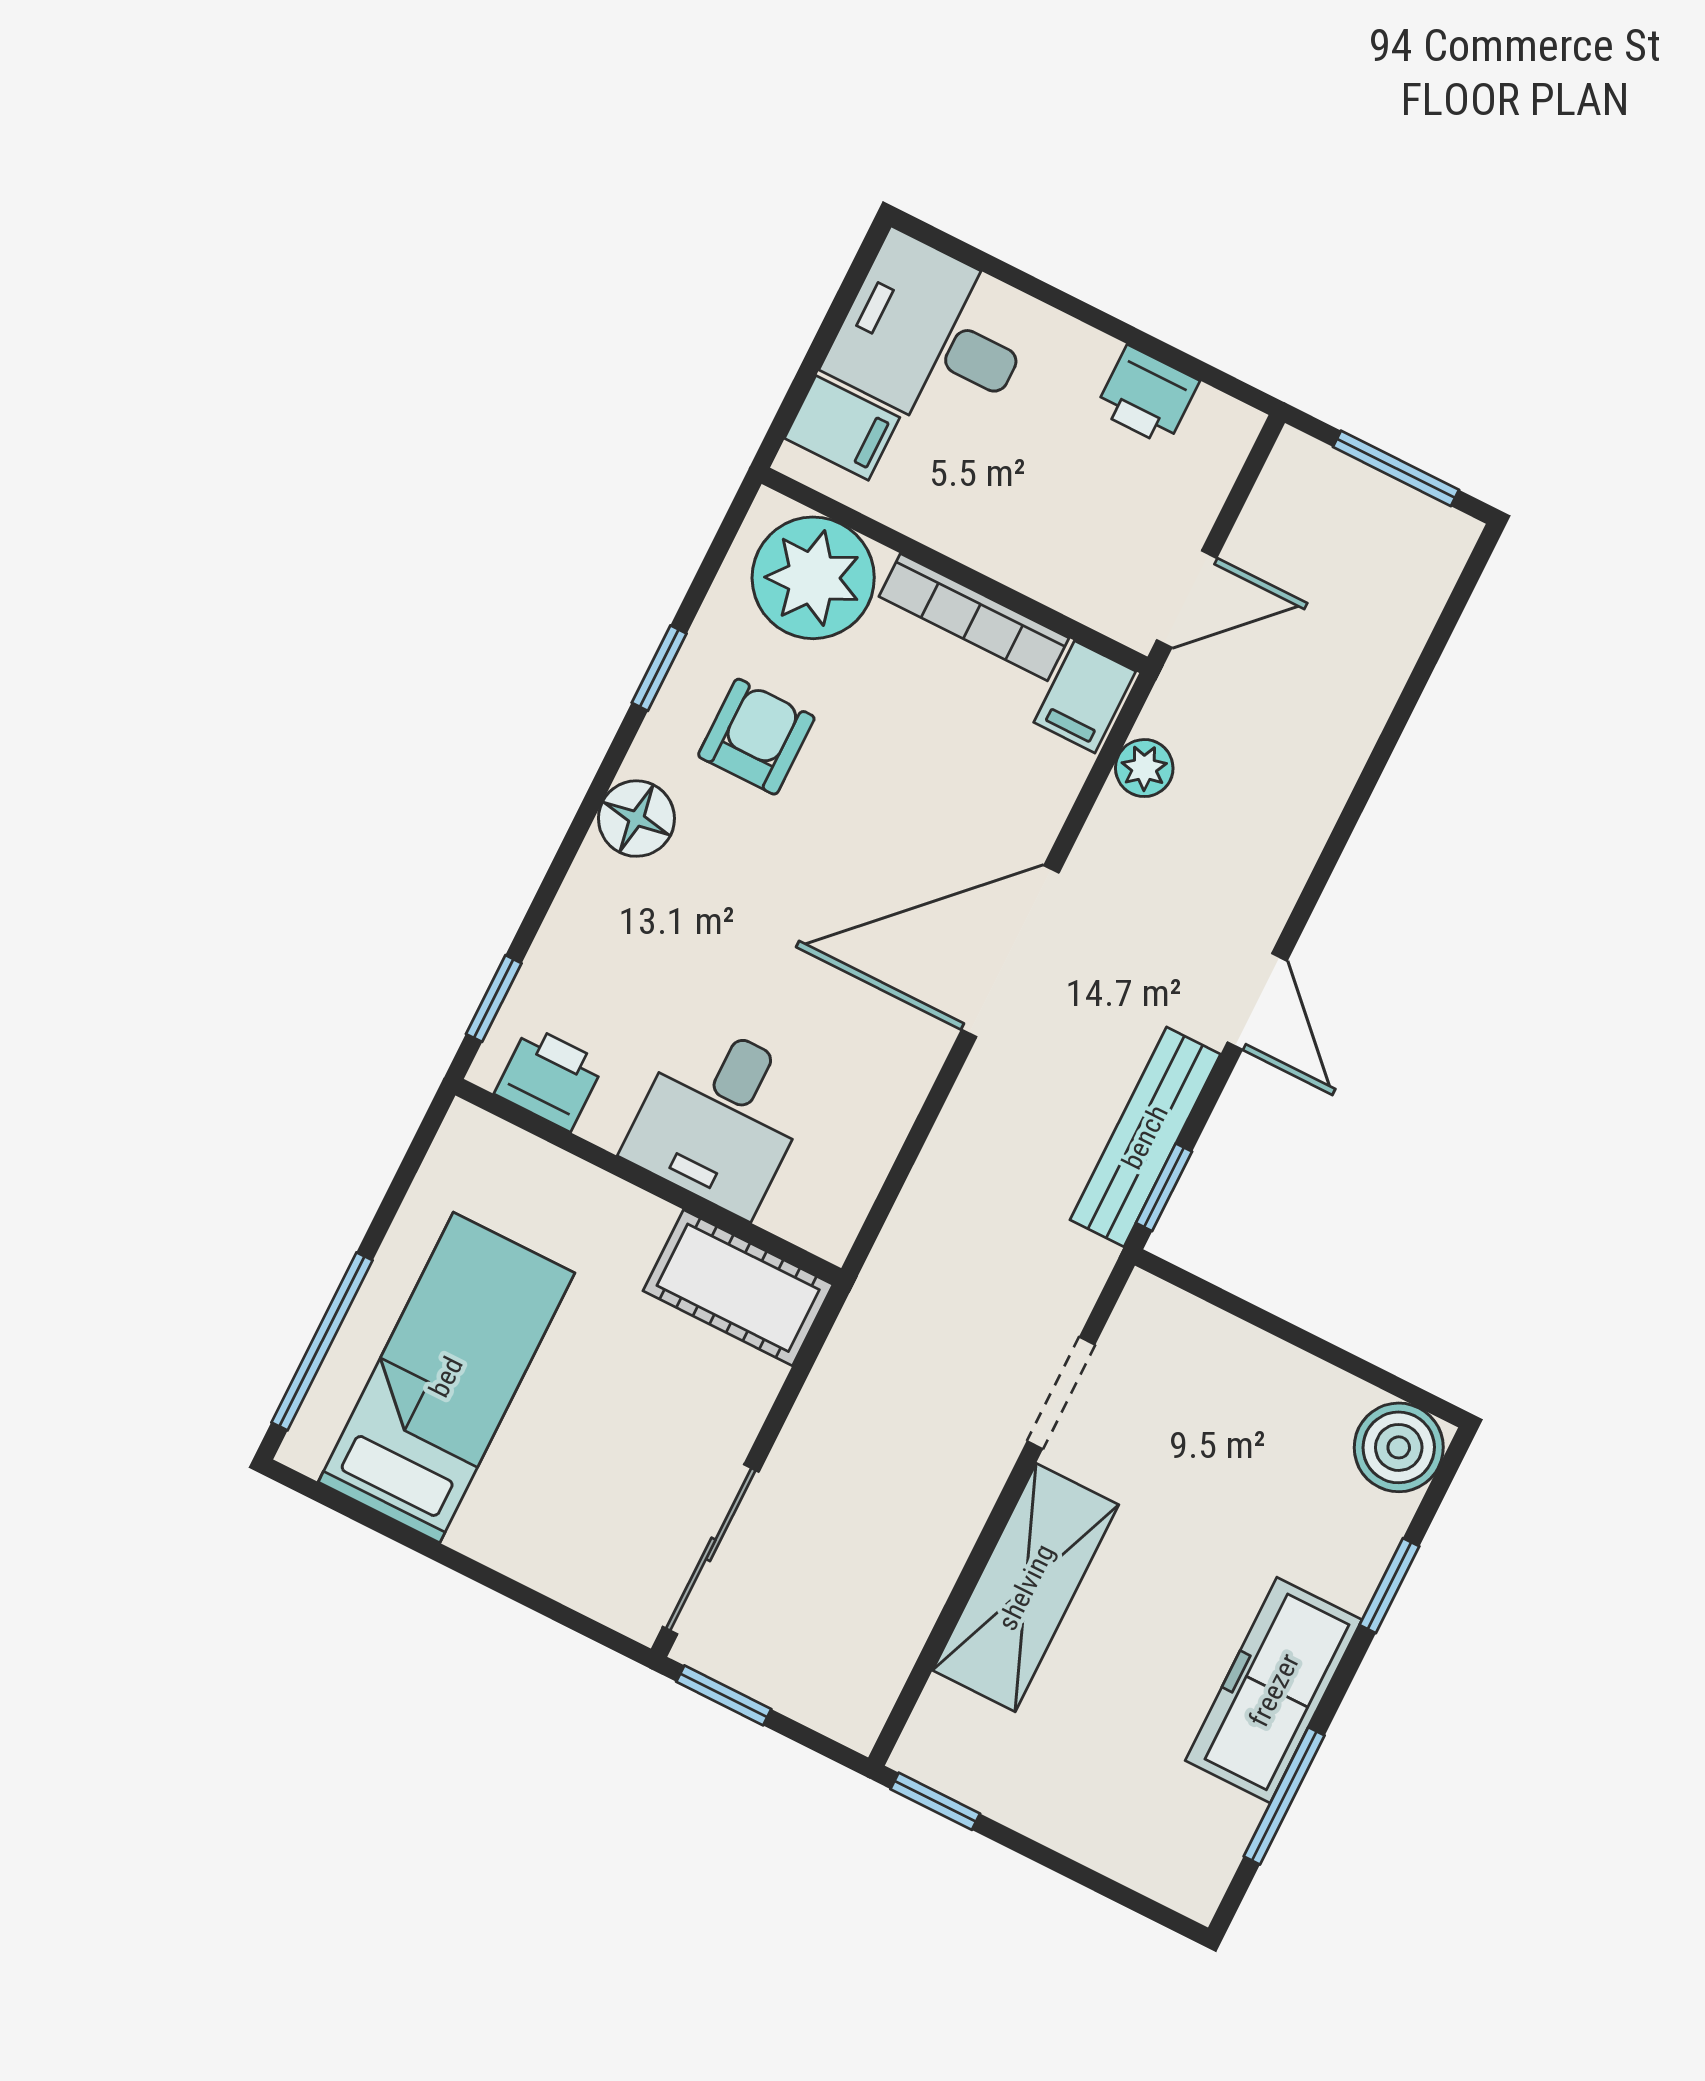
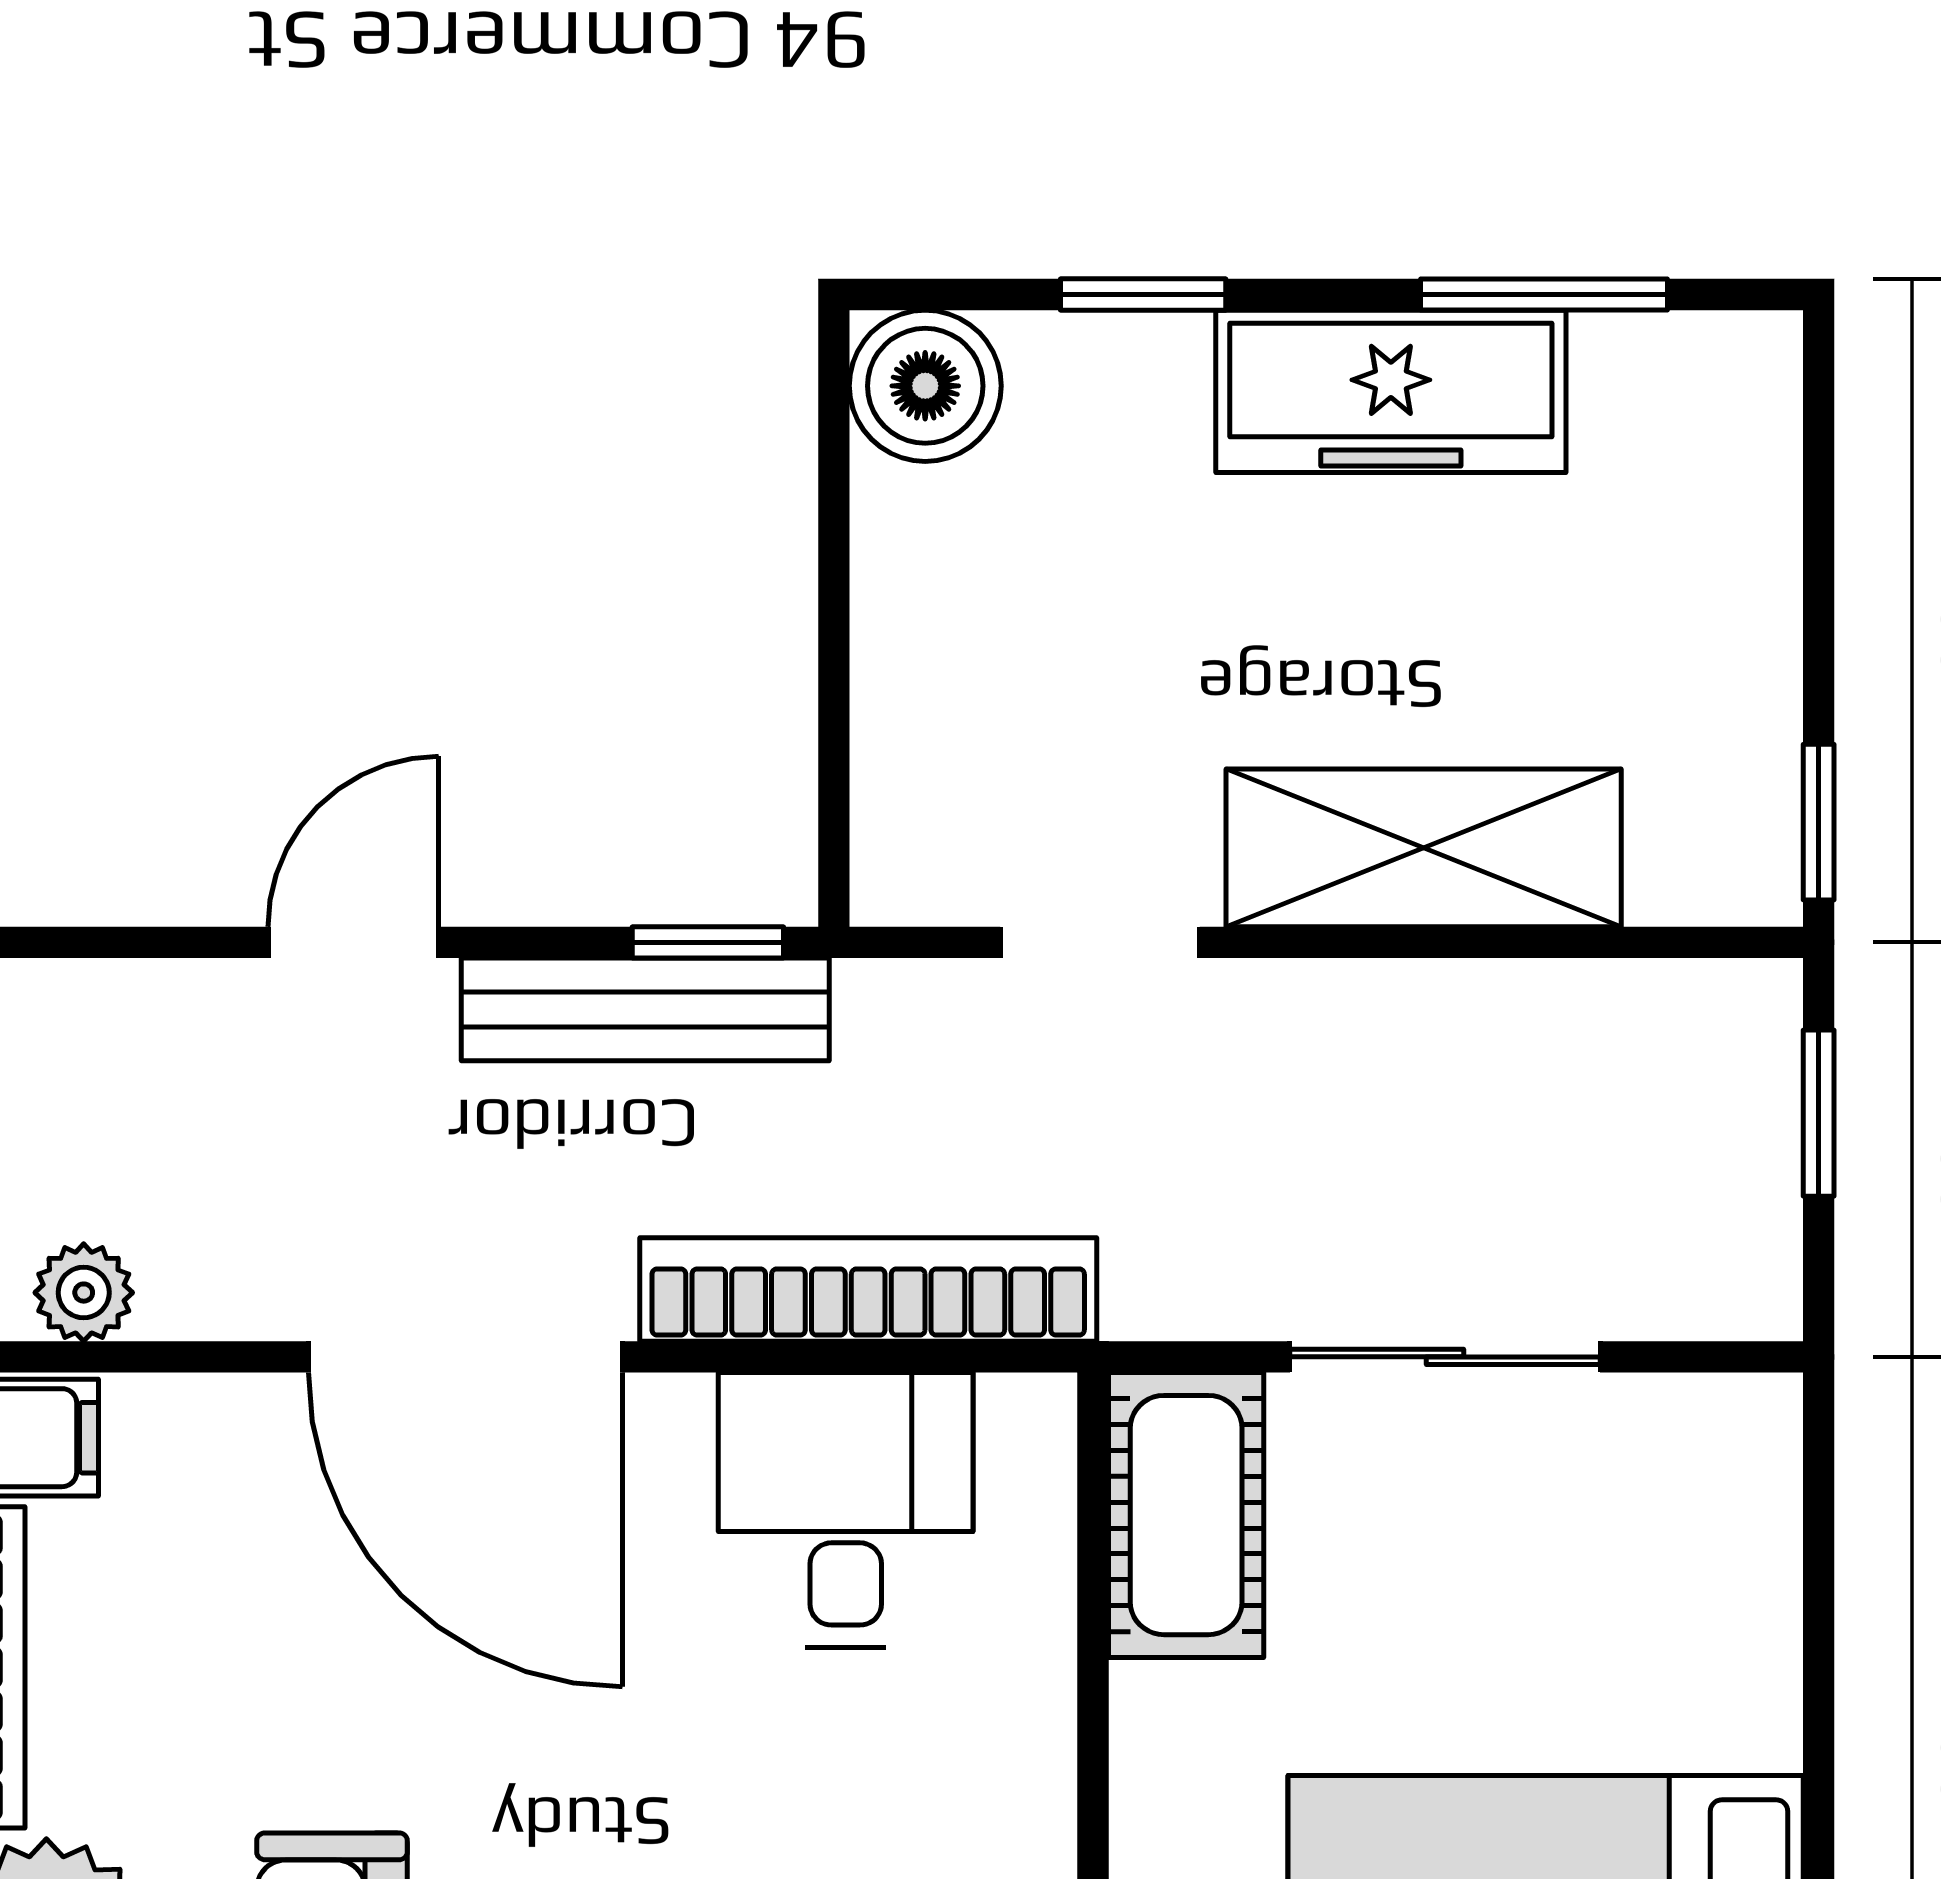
desk: (720, 1117) -> (846, 1510), moved, turned -90
bookcase: (940, 1180) -> (868, 1290), added
sliding door: (711, 1549) -> (1445, 1357), moved
window: (724, 1695) -> (1819, 1113), moved

